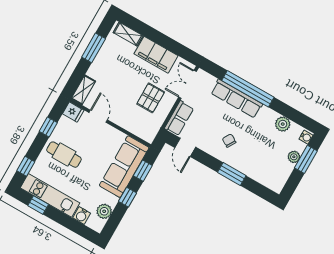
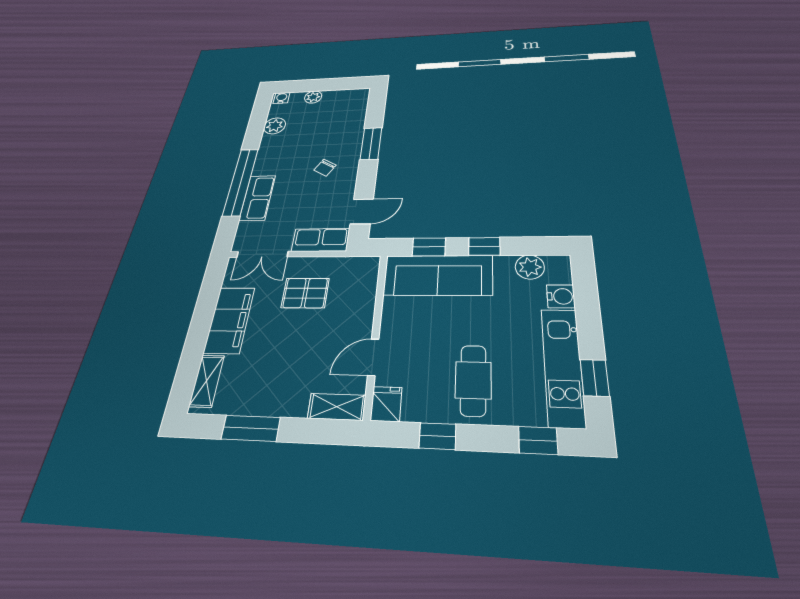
row of seats: (237, 99) -> (257, 198), width x0.68
window: (306, 159) -> (311, 86), removed

